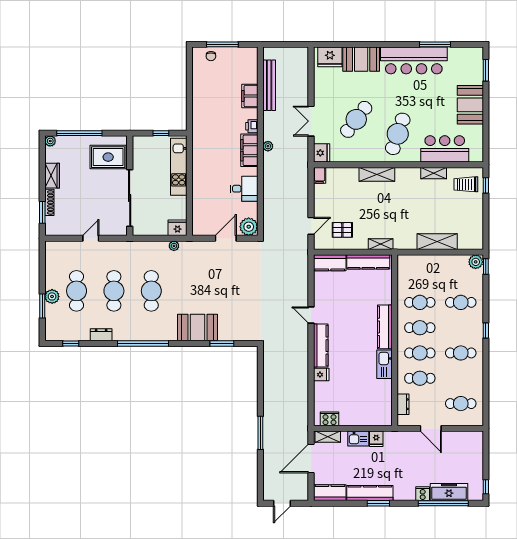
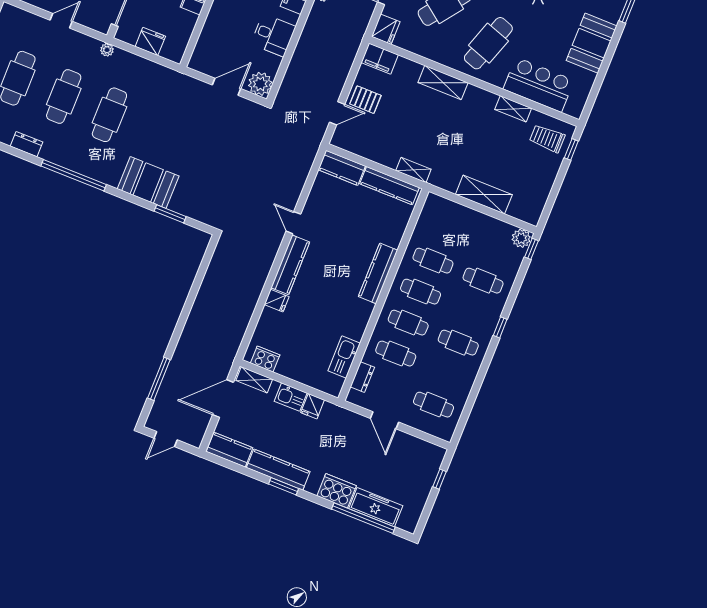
filing cabinet: (320, 175) -> (380, 59), width x2.00
fridge: (178, 228) -> (150, 41), moved
pallet: (342, 230) -> (365, 100), moved
plant: (174, 246) -> (107, 50), moved
kitchen sink: (385, 364) -> (344, 357), moved
window: (260, 433) -> (159, 379), moved
window: (486, 487) -> (439, 479), moved
cooker: (423, 494) -> (337, 491), width x1.87, depth x1.31

